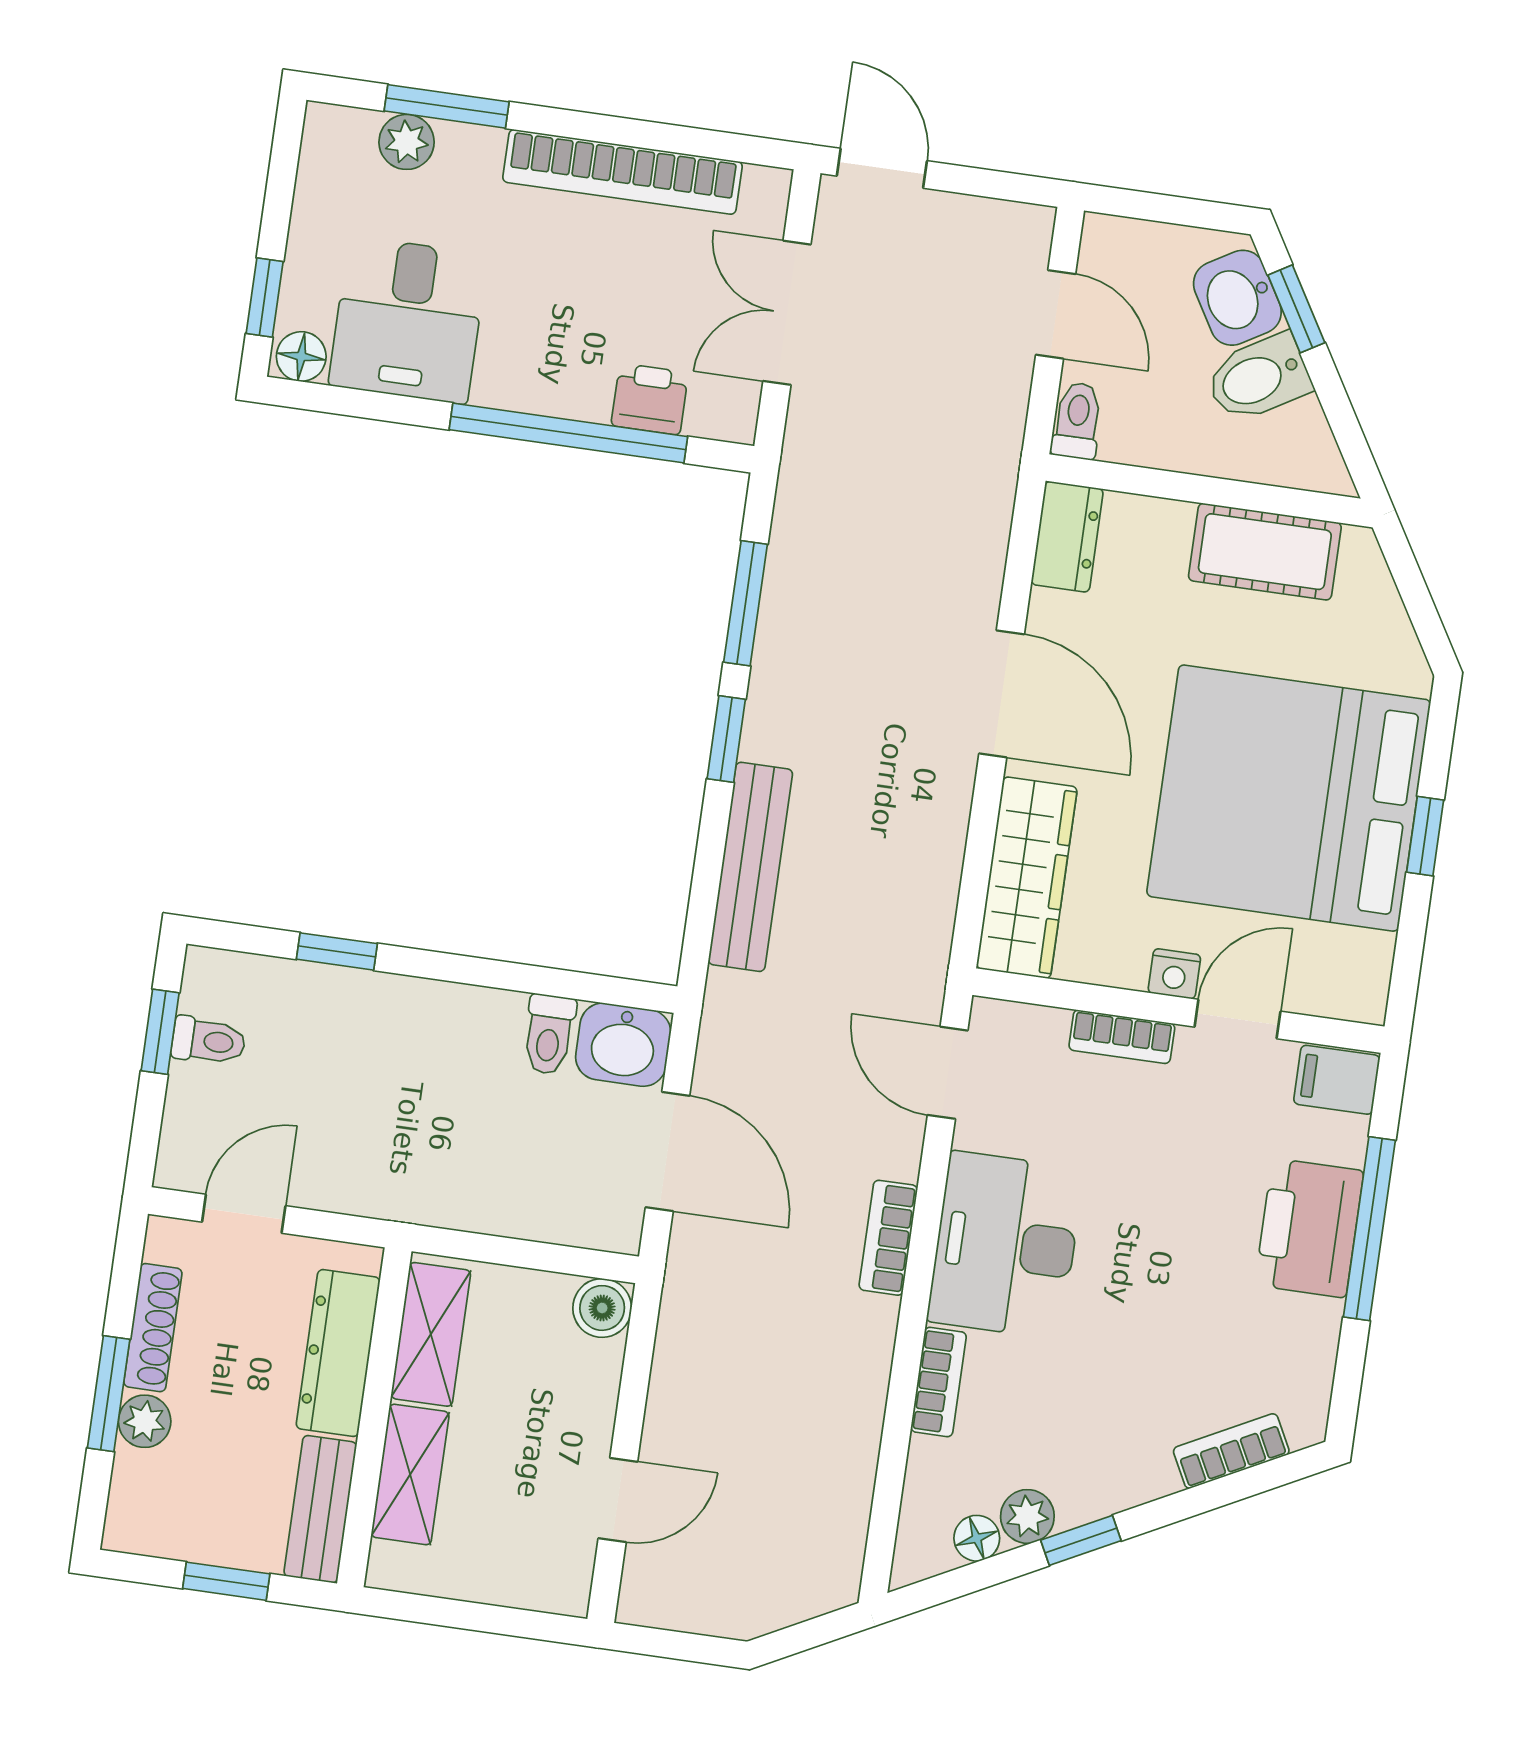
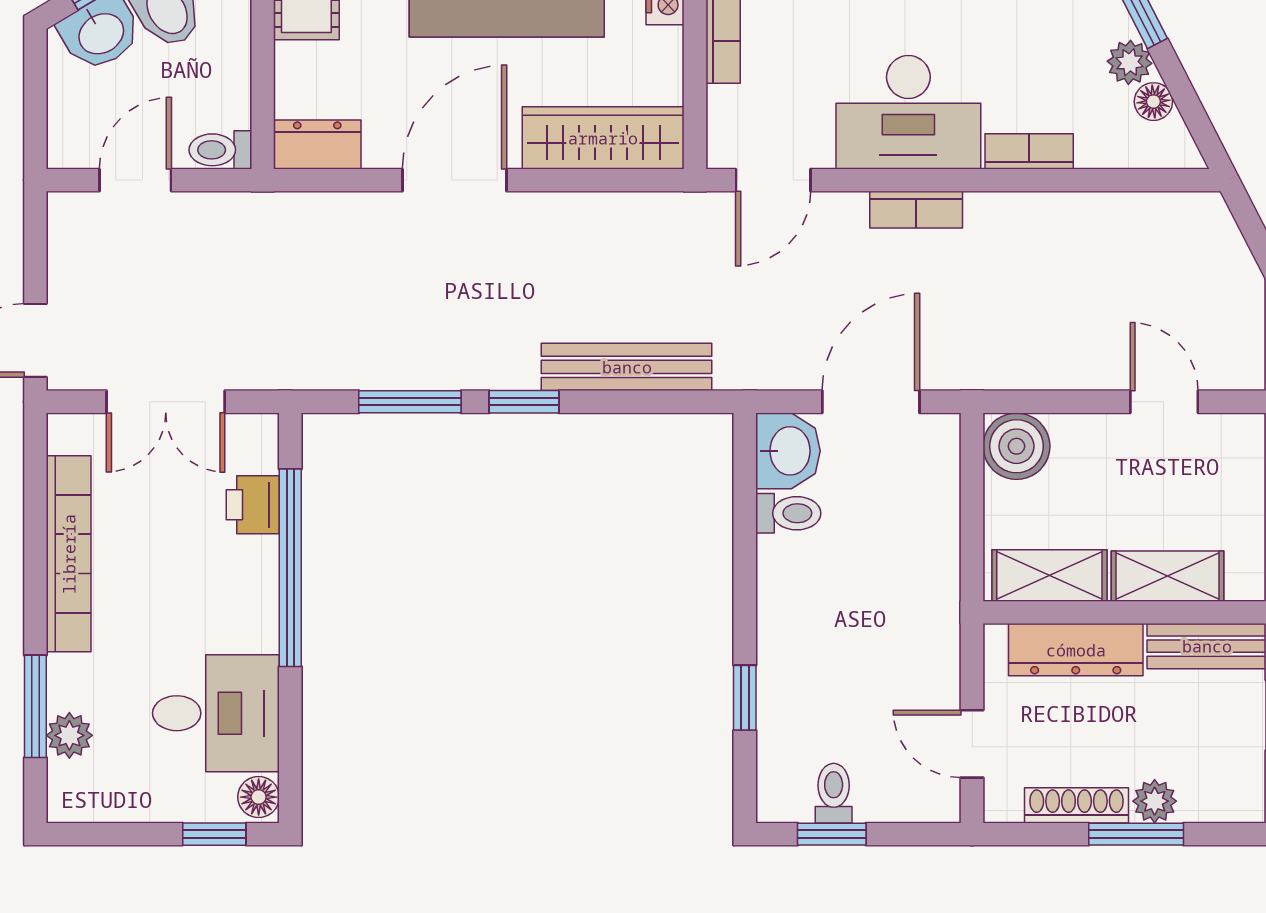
boiler: (602, 1308) -> (1016, 446), width x1.36, depth x1.36

